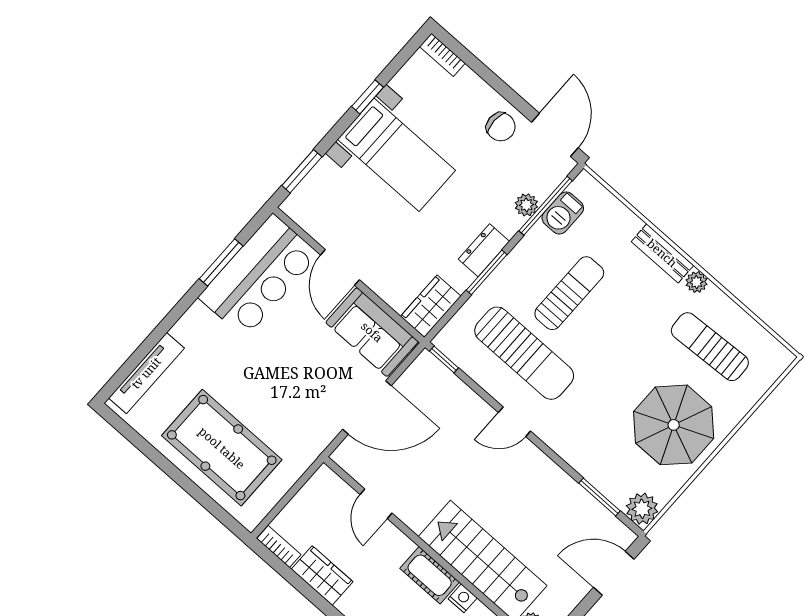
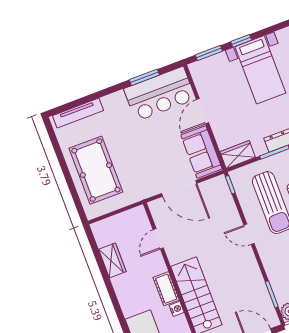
window: (368, 97) -> (241, 41), moved
bookcase: (279, 547) -> (98, 235), removed

